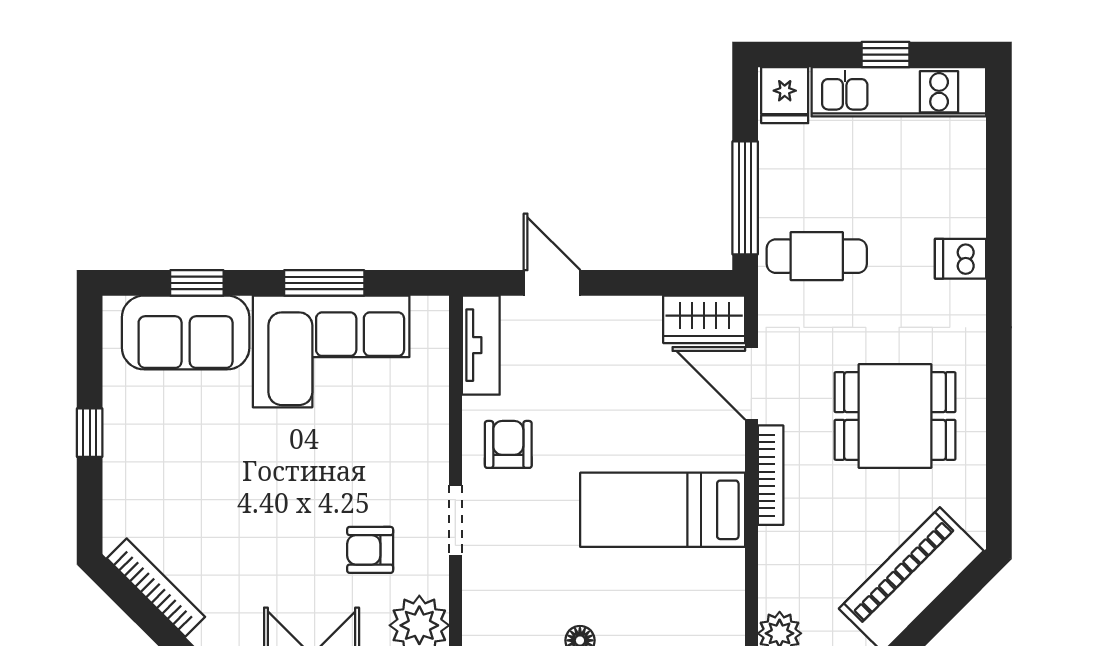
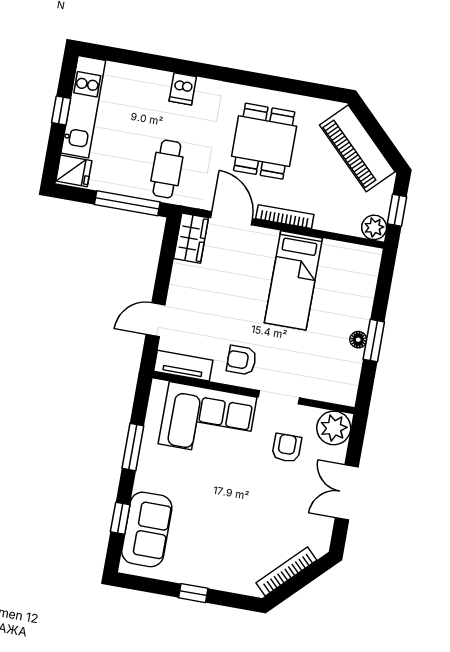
corner sofa: (331, 351) -> (208, 421), moved, turned 90
door: (751, 383) -> (232, 218), swing flipped
armchair: (370, 550) -> (287, 448), turned 180

